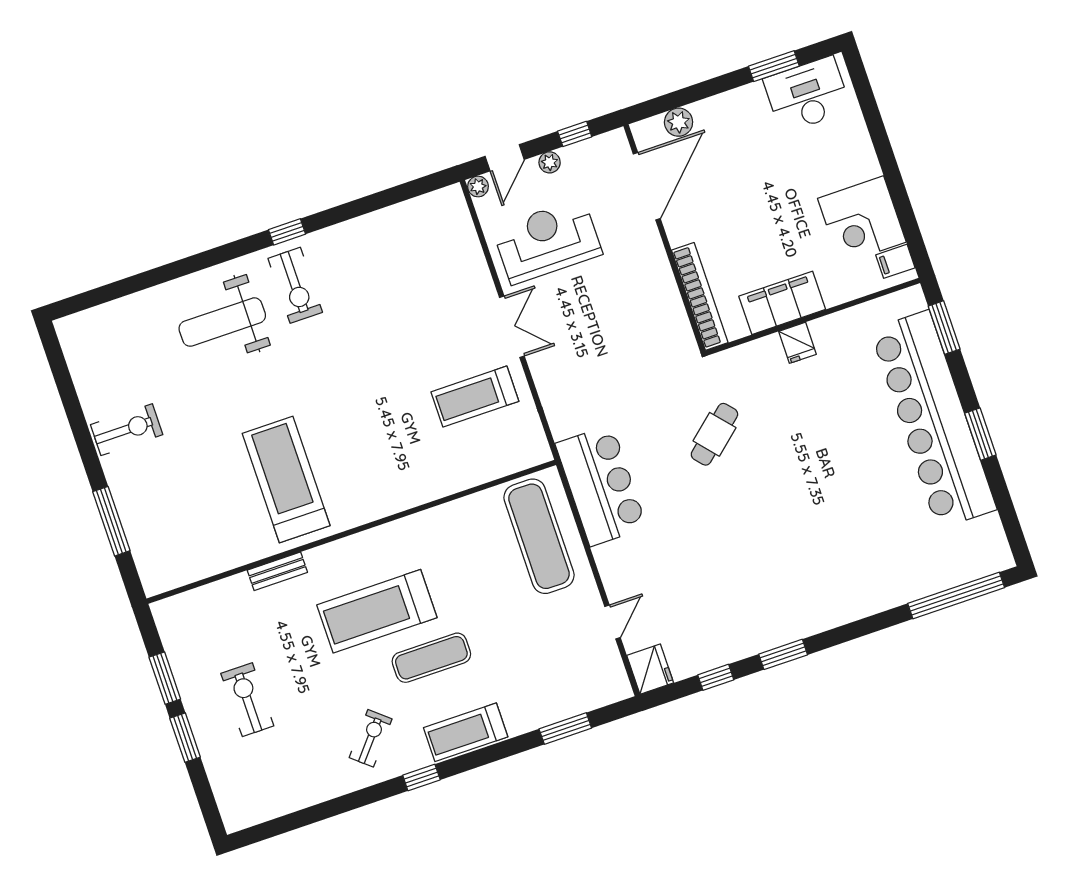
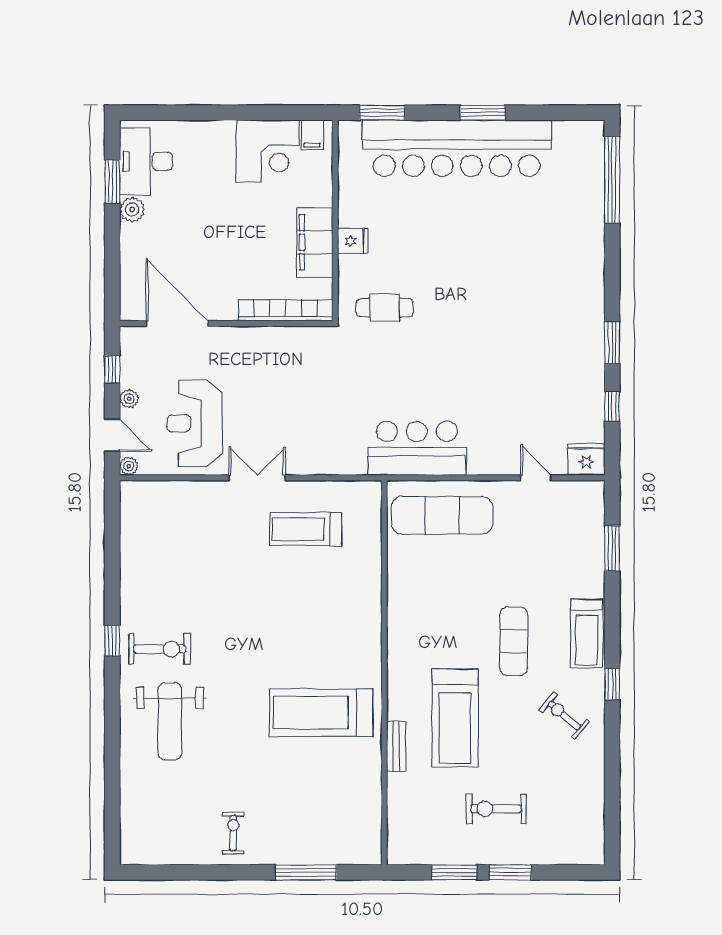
plant: (679, 122) -> (132, 209), moved
treadmill: (475, 397) -> (305, 529), turned 90
exercise bike: (127, 430) -> (233, 833), width x0.73, depth x0.72
cafe table: (714, 434) -> (385, 308), moved, turned -49
treadmill: (377, 611) -> (455, 718), moved

